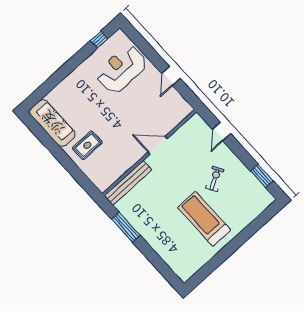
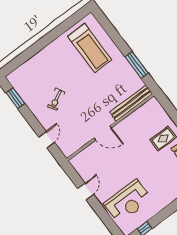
treadmill: (204, 219) -> (90, 48), moved

